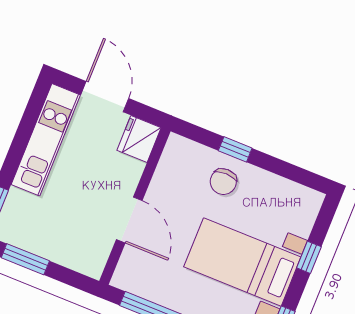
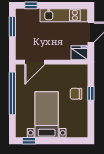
door: (129, 220) -> (35, 62), moved
window: (309, 257) -> (59, 141), removed

